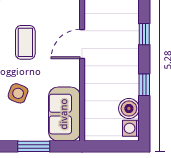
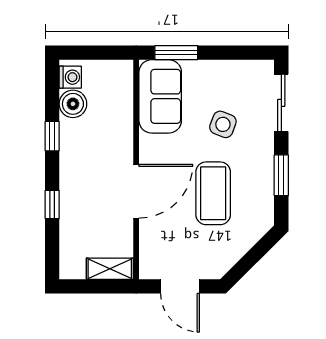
coffee table: (25, 42) -> (213, 193), width x1.36, depth x1.32
door: (82, 44) -> (136, 191), width x1.36
window: (34, 146) -> (176, 53), moved

